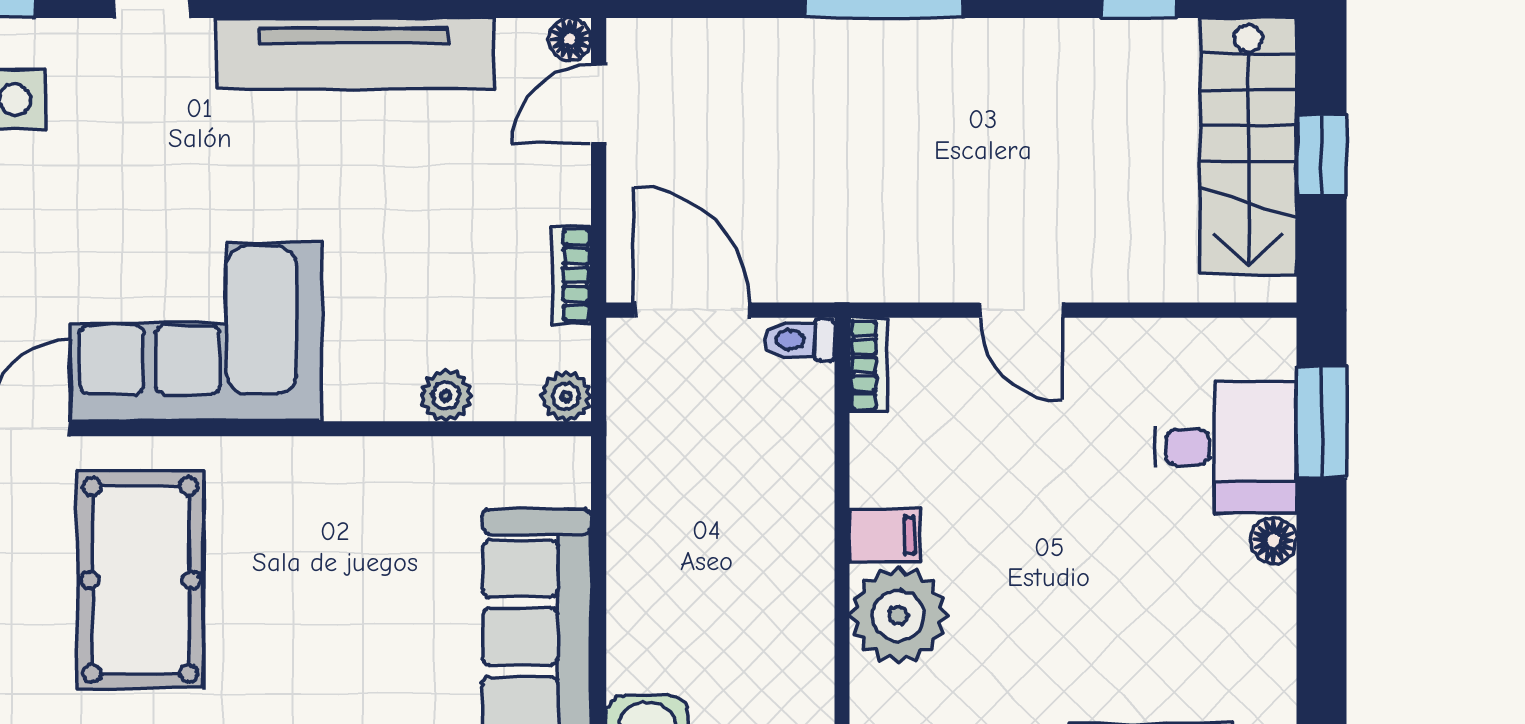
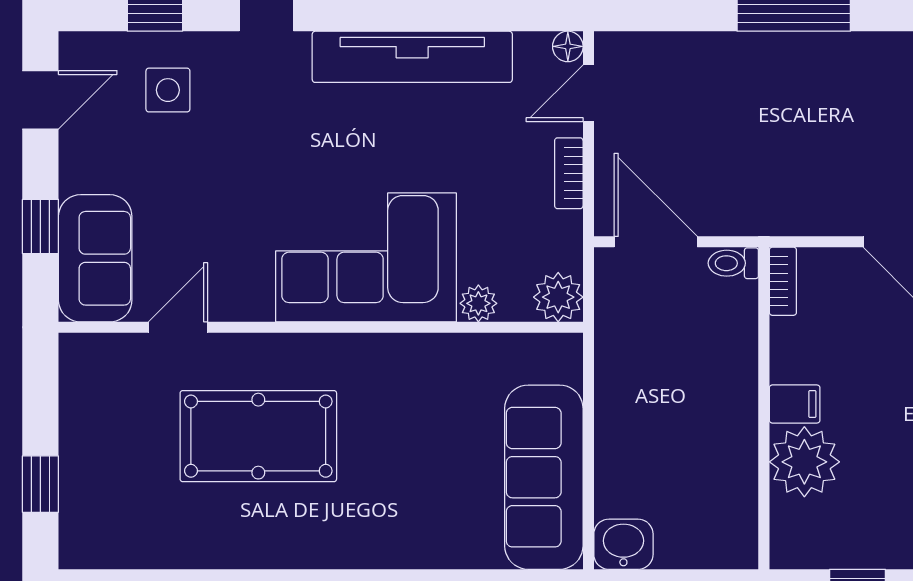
bookcase: (571, 275) -> (569, 173), moved
corner sofa: (196, 332) -> (366, 257), moved
plant: (566, 396) -> (558, 297), width x1.38, depth x1.38
pool table: (140, 580) -> (258, 436), turned 90

